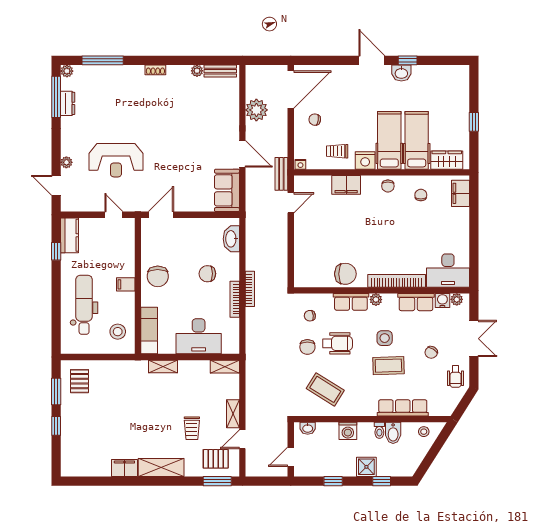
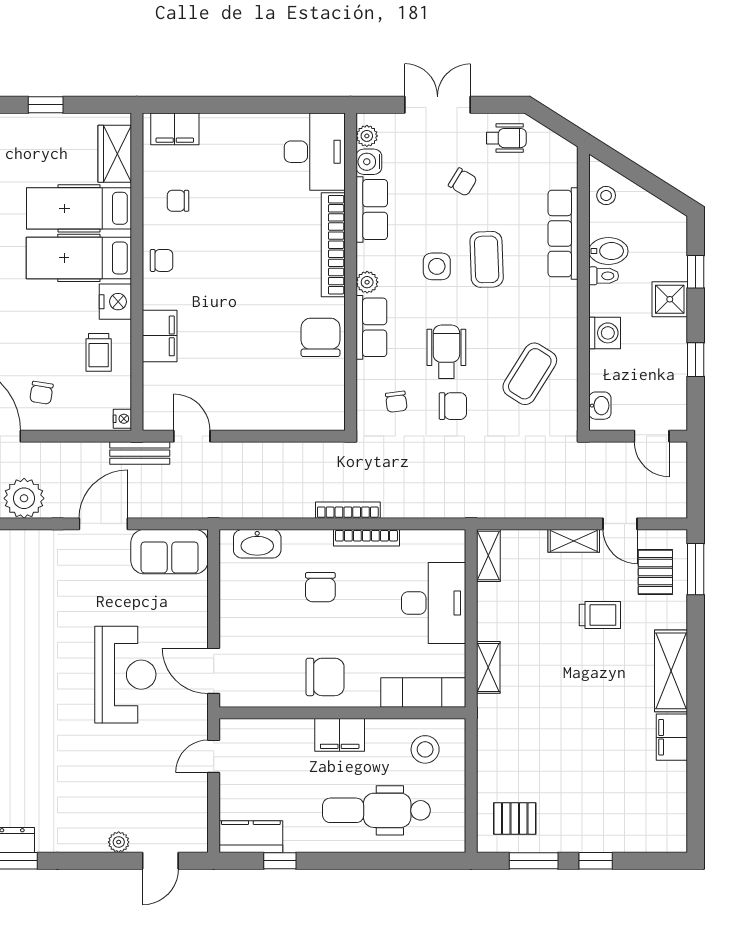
reception desk: (116, 160) -> (125, 675), moved
filing cabinet: (126, 284) -> (340, 735), width x2.00

